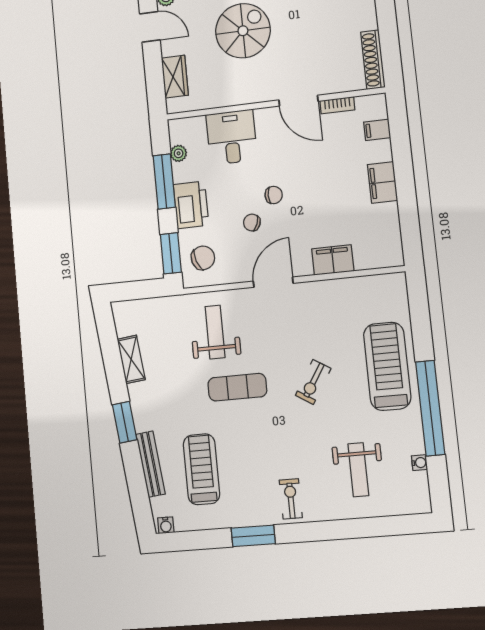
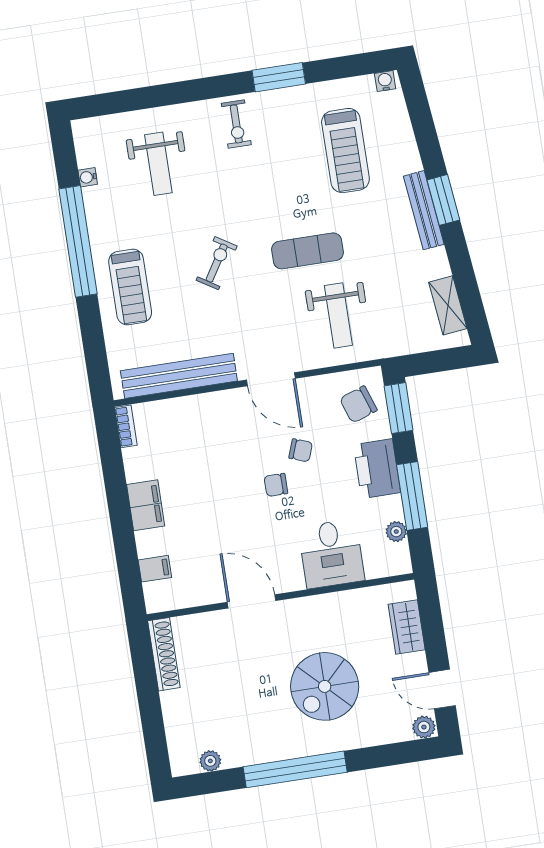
bookcase: (337, 105) -> (126, 426), moved, turned 90
filing cabinet: (333, 260) -> (200, 409), removed
door: (273, 282) -> (271, 379), hinge flipped
bench: (349, 289) -> (179, 376), added
shelving: (131, 359) -> (448, 305), moved
treadmill: (387, 366) -> (130, 287), width x0.73, depth x0.73
bench: (151, 464) -> (424, 210), moved
weight bench: (358, 470) -> (158, 164), turned 180

